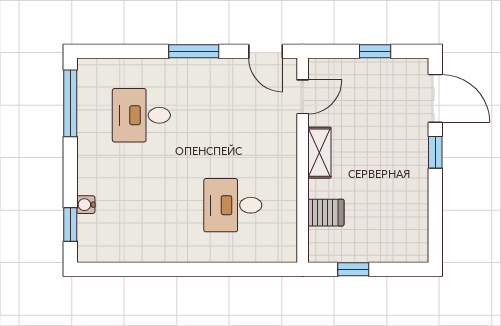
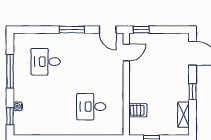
window: (375, 51) -> (141, 30), moved
window: (70, 103) -> (10, 71), moved
window: (435, 152) -> (193, 92), moved
shelving: (319, 153) -> (183, 115), moved

